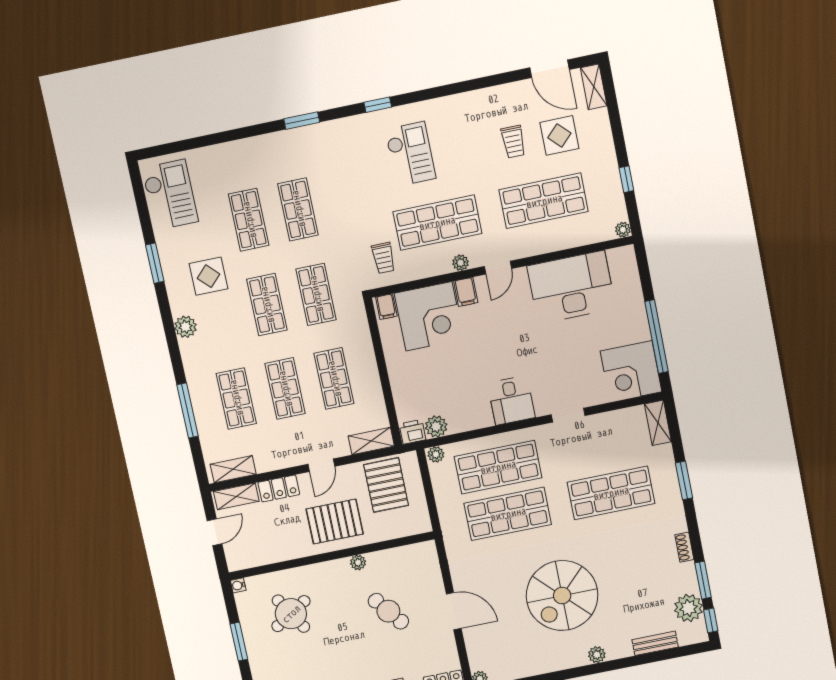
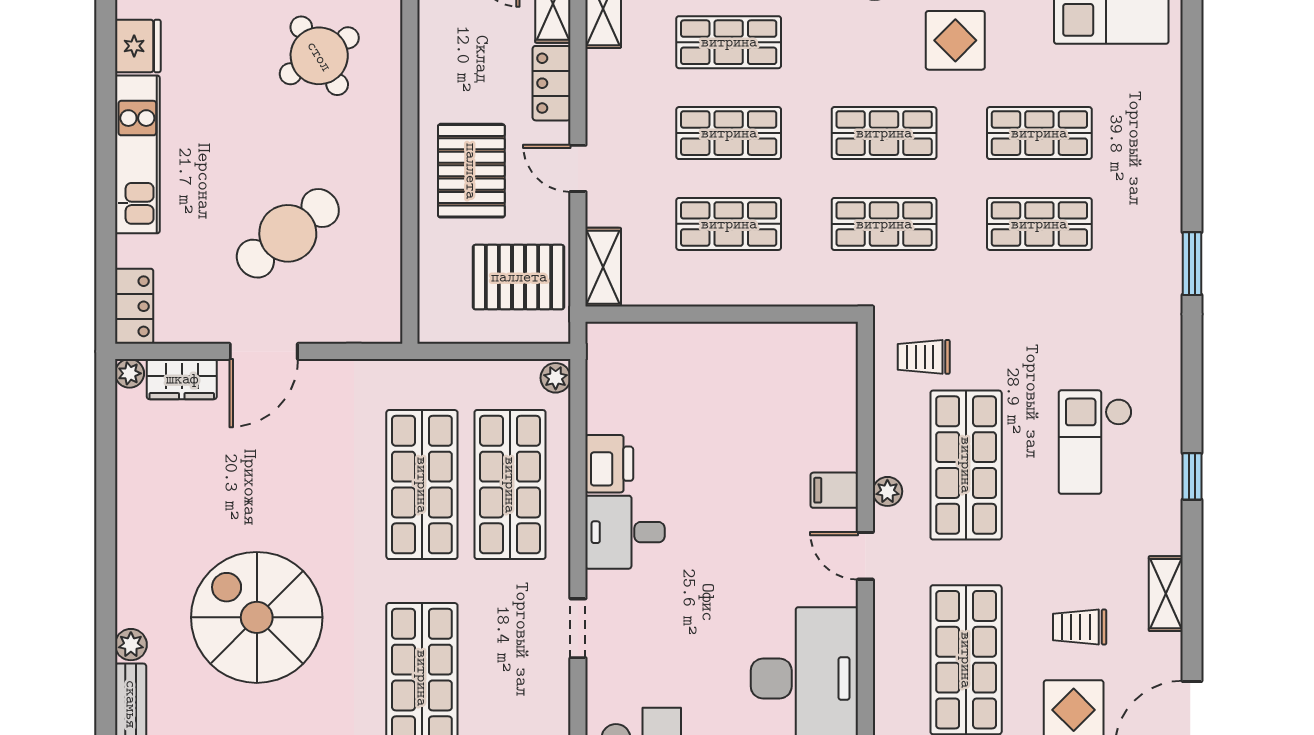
shelving: (485, 97) -> (1166, 594), added
window: (378, 105) -> (1192, 476), moved
checkout: (410, 154) -> (1095, 442), turned 90
filing cabinet: (386, 307) -> (837, 344), removed
corner desk: (429, 316) -> (805, 416), removed
plant: (436, 426) -> (606, 389), removed
printer: (412, 432) -> (609, 464), moved, width x1.36, depth x1.24
plant: (358, 562) -> (388, 197), removed
spiral stairs: (562, 596) -> (257, 617), moved
cafe table: (388, 611) -> (288, 233), width x1.37, depth x1.35
wardrobe: (477, 651) -> (182, 379), added
plant: (597, 655) -> (131, 645), moved

